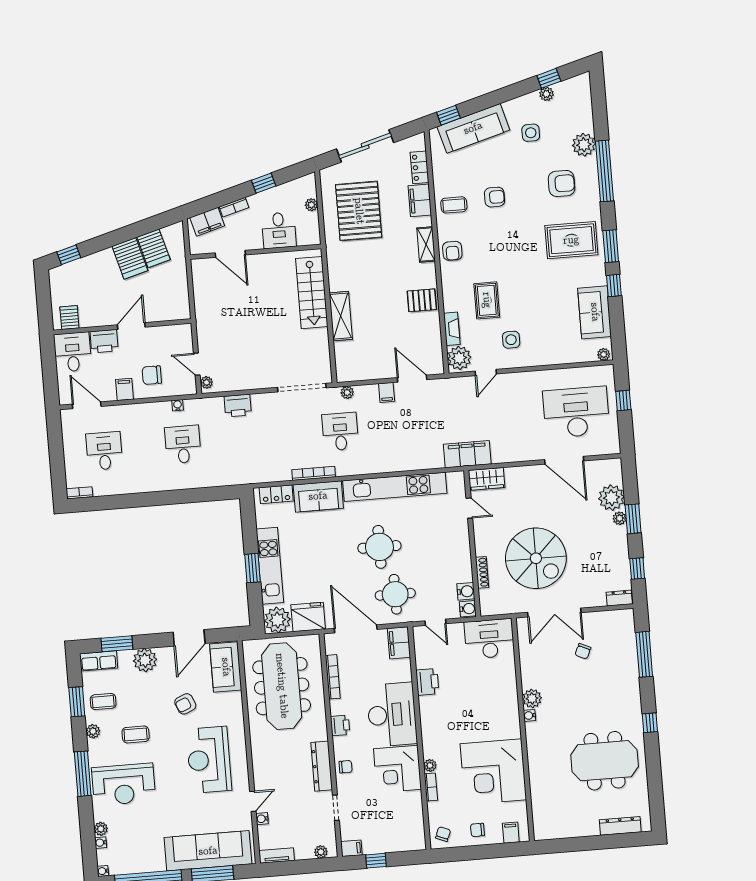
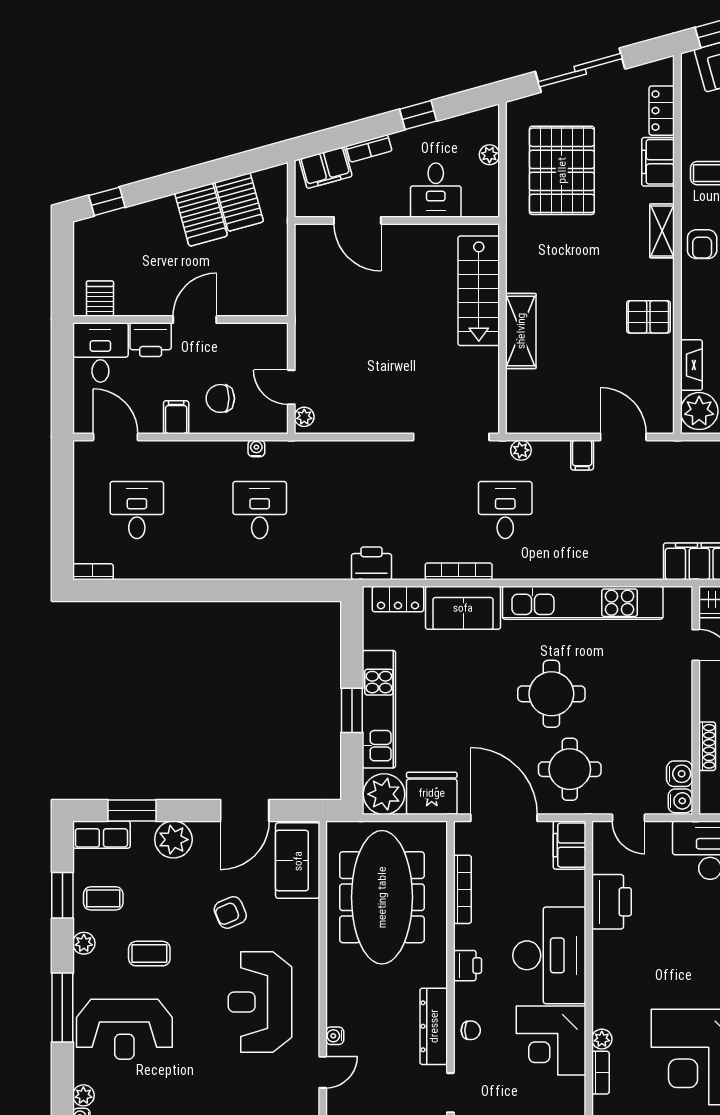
printer: (238, 406) -> (371, 563), moved, turned 180
printer: (427, 682) -> (611, 902), width x1.37, depth x1.19
water cooler: (262, 819) -> (335, 1036), moved

